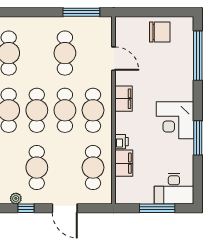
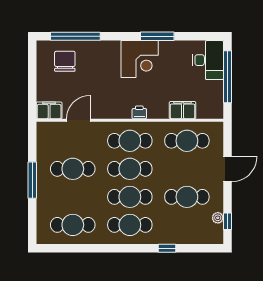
window: (81, 12) -> (32, 180), moved
chair: (160, 32) -> (65, 61), moved
filing cabinet: (124, 99) -> (49, 110), moved
printer: (122, 142) -> (139, 112), moved
window: (26, 208) -> (228, 221), moved
window: (157, 208) -> (228, 77), width x1.46

